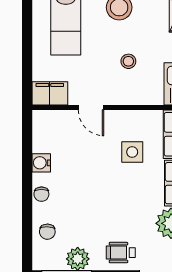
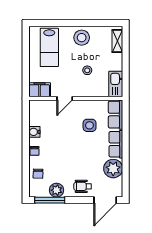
door: (91, 108) -> (65, 98), hinge flipped

